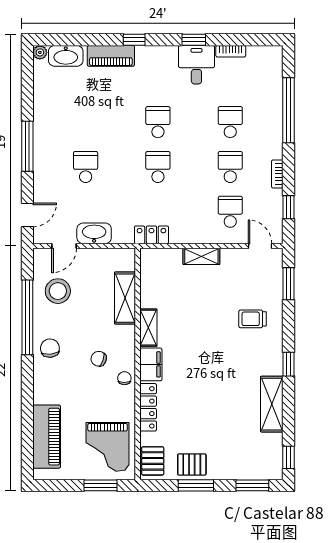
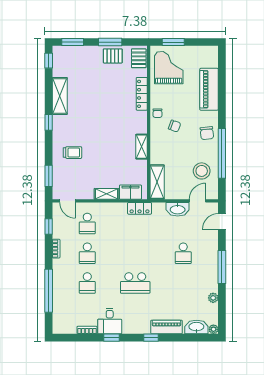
plant: (40, 100) -> (213, 298), added
school desk: (158, 122) -> (135, 283), width x1.85
school desk: (158, 167) -> (135, 253), removed
shelving: (125, 298) -> (157, 182), moved
filing cabinet: (151, 364) -> (130, 192), moved, turned 90
piano: (47, 437) -> (209, 89), moved

